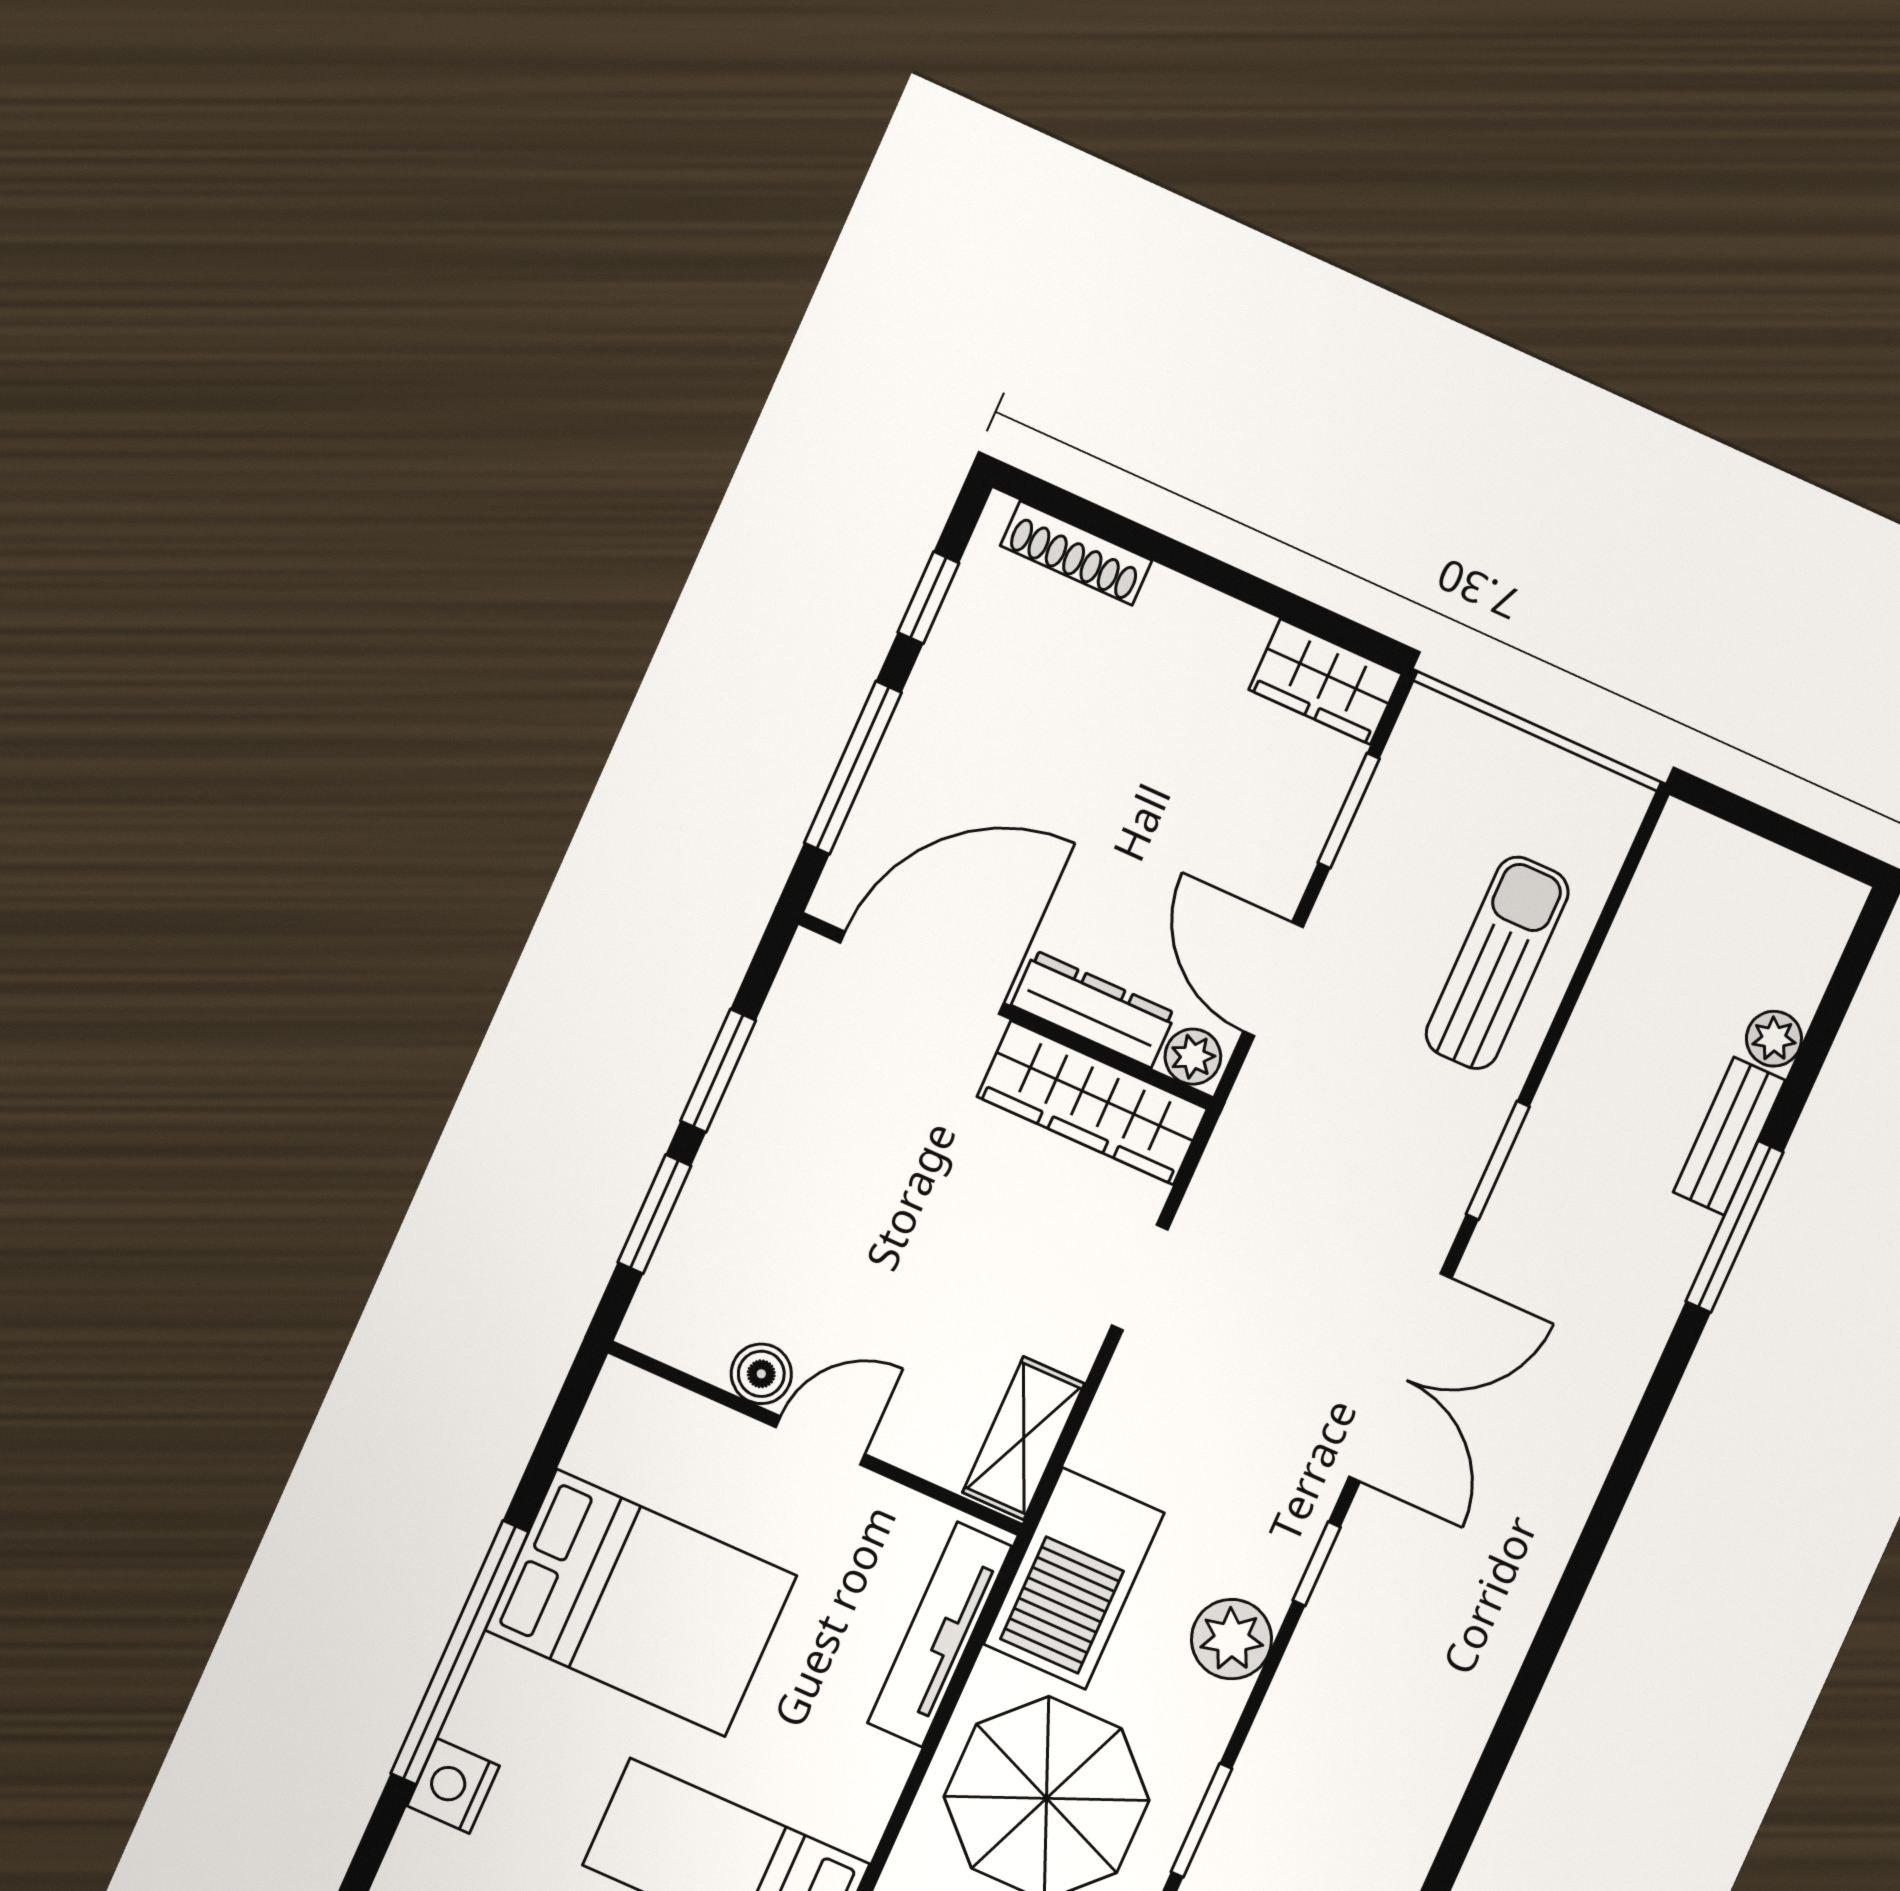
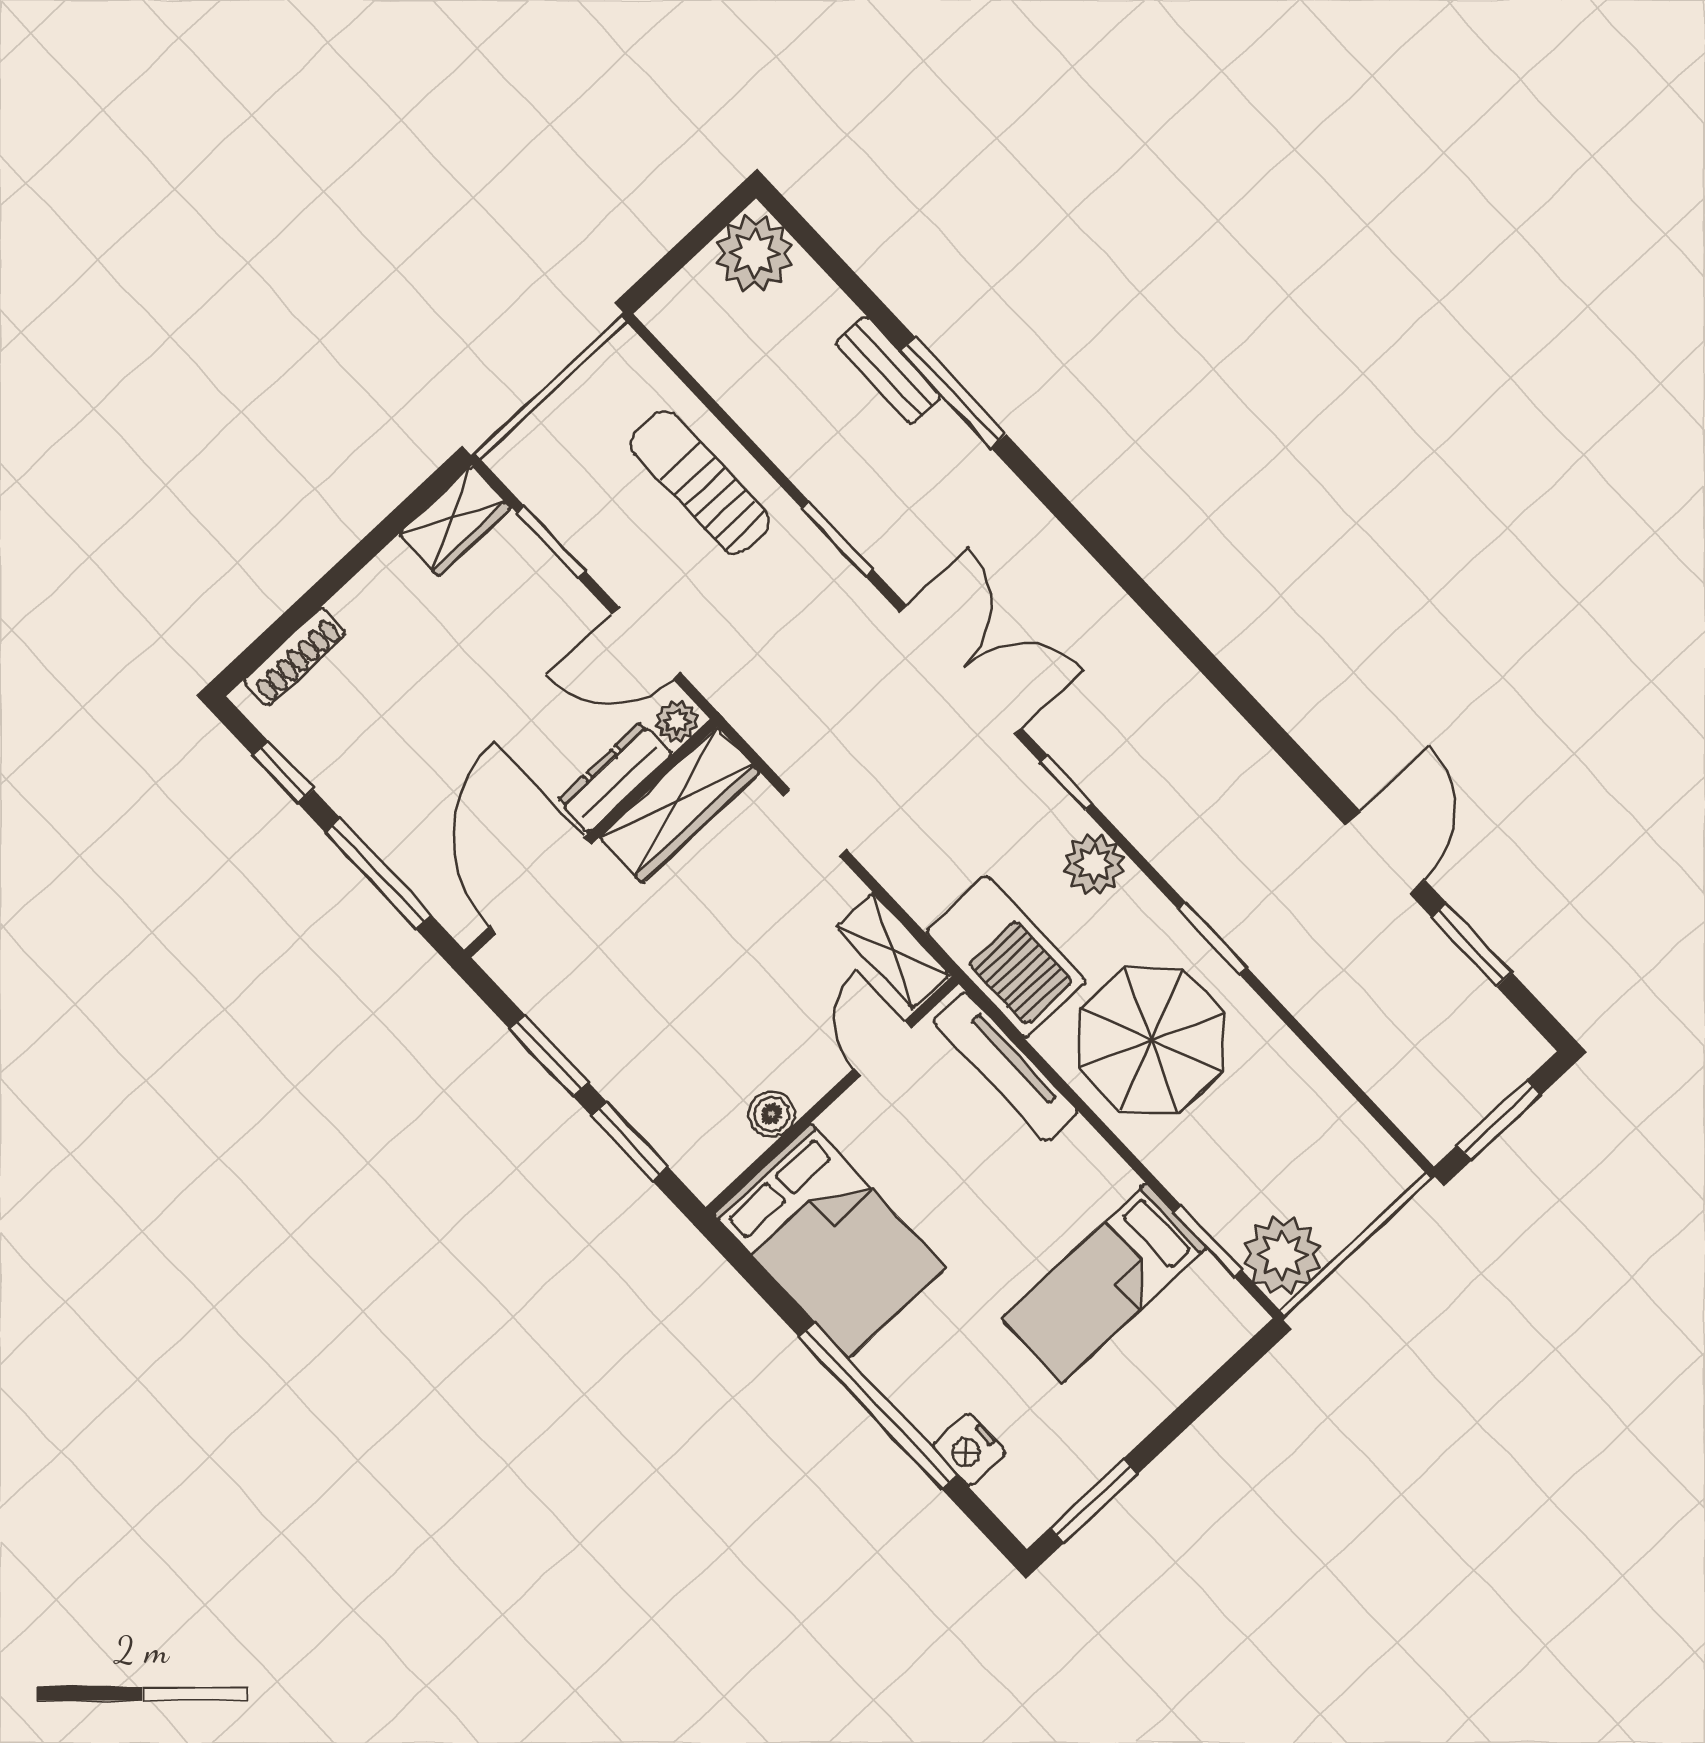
plant: (1774, 1039) -> (754, 253), moved, width x1.88, depth x1.88
door: (820, 1441) -> (883, 1048), moved
bed: (641, 1603) -> (829, 1241), moved, turned 90

